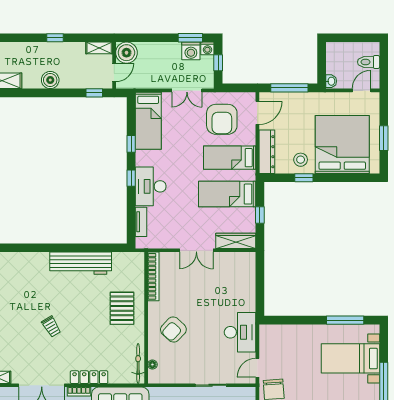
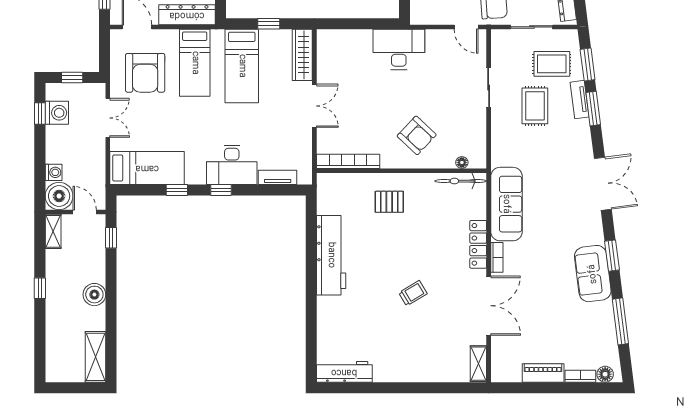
window: (190, 38) -> (40, 114), width x0.67
washing machine: (207, 48) -> (54, 172), moved
armchair: (222, 119) -> (145, 73), turned 90
pallet: (122, 308) -> (389, 202), width x0.67, depth x0.71
desk: (240, 332) -> (399, 49), moved

